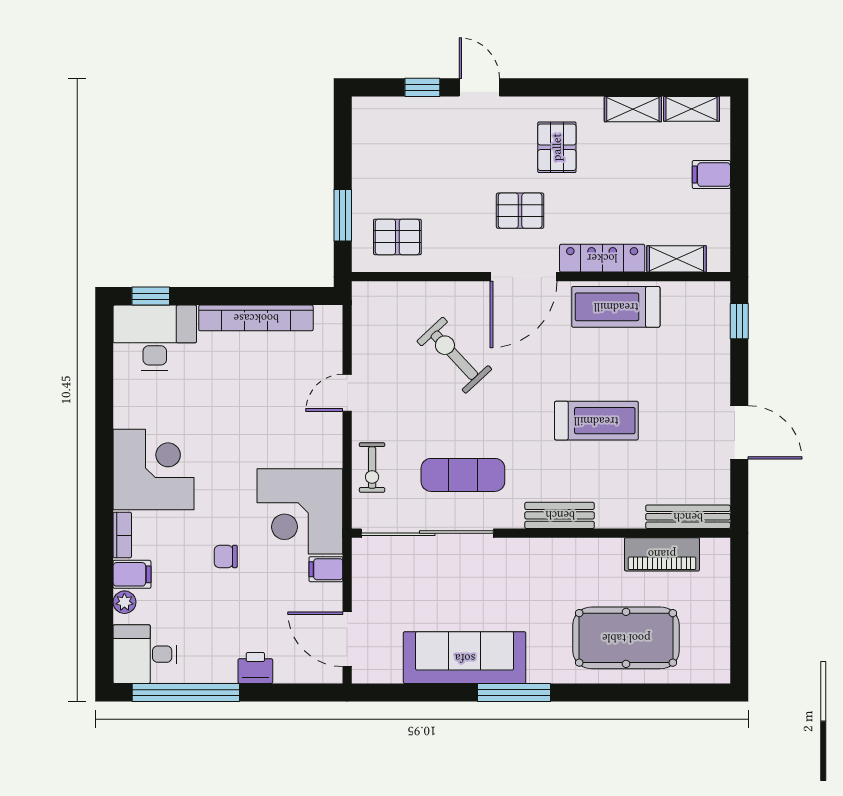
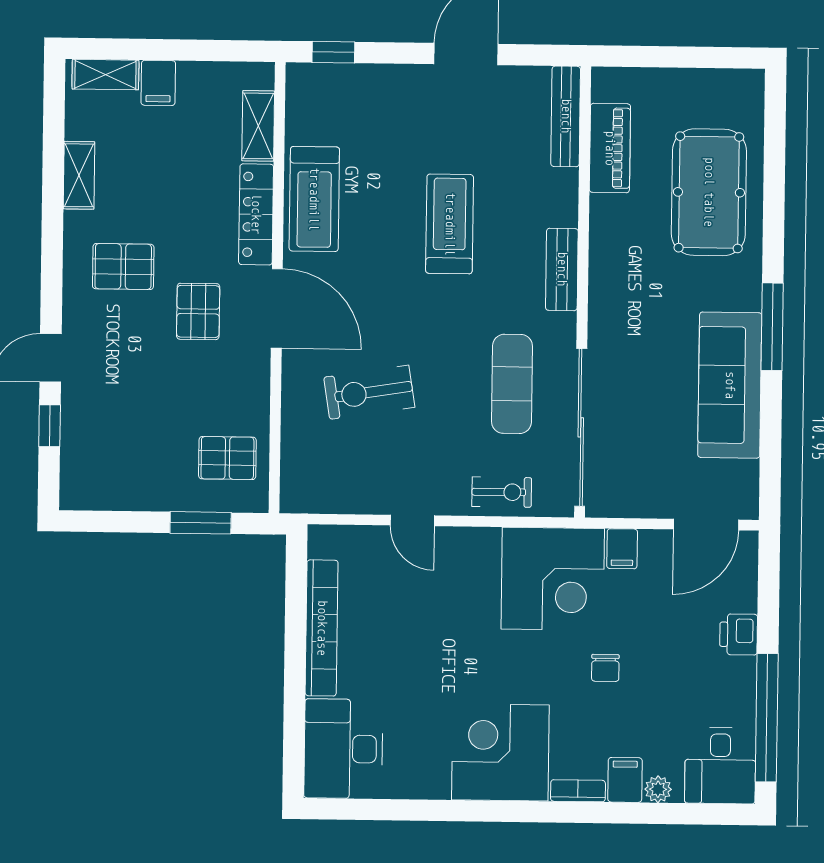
shelving: (692, 109) -> (105, 75), moved, turned 90
pallet: (397, 237) -> (227, 458), turned 90
window: (151, 296) -> (294, 753), removed
exercise bike: (454, 355) -> (369, 392), turned 34

